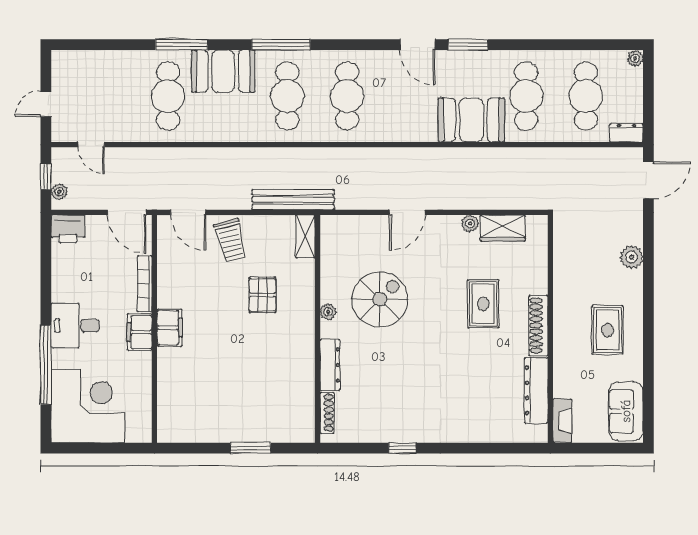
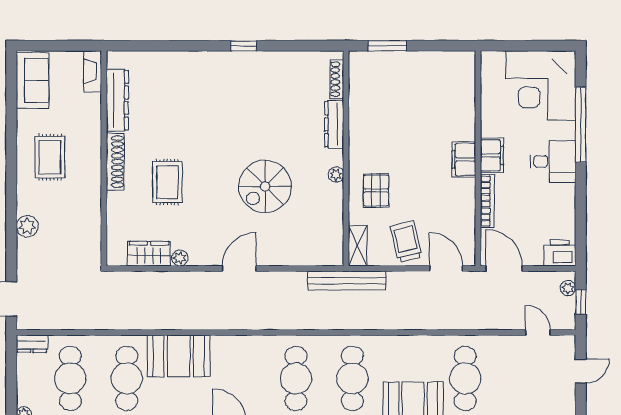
shelving: (305, 236) -> (358, 246), moved
plant: (328, 312) -> (336, 175), moved
wall: (317, 329) -> (346, 158), moved
dresser: (330, 365) -> (334, 124), moved
shoe rack: (327, 413) -> (337, 79), moved

